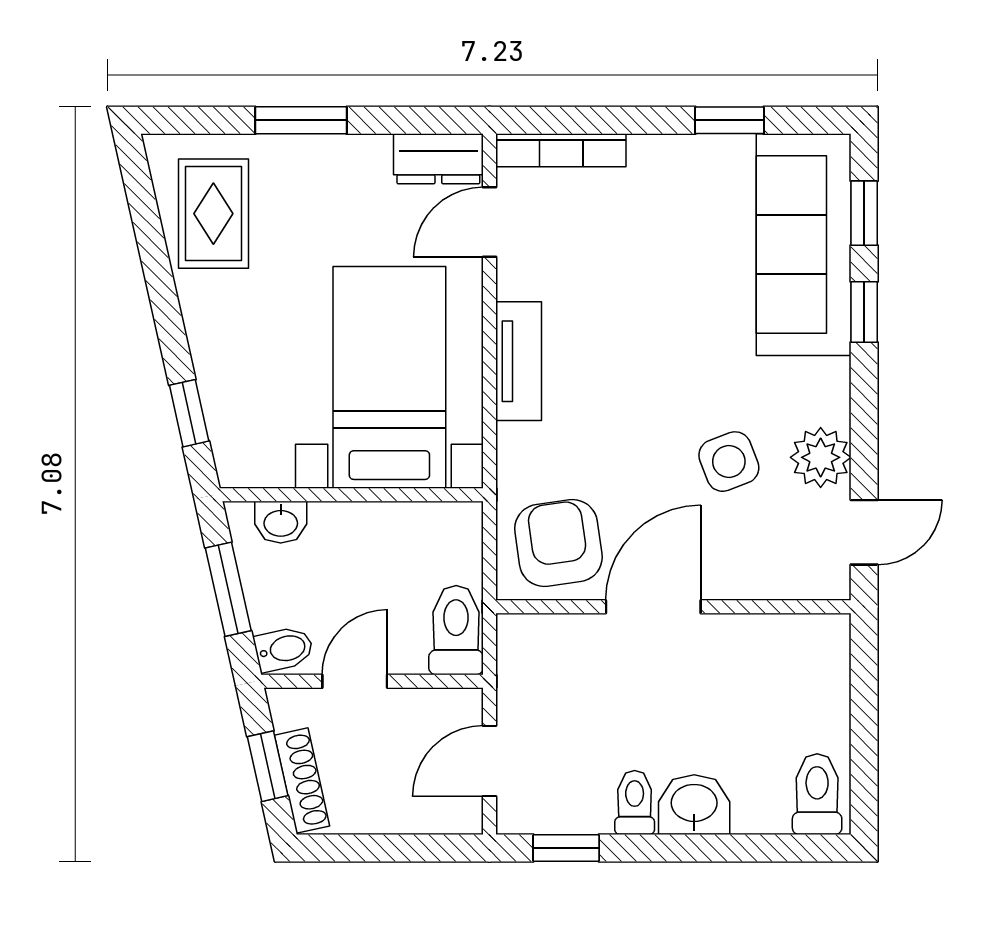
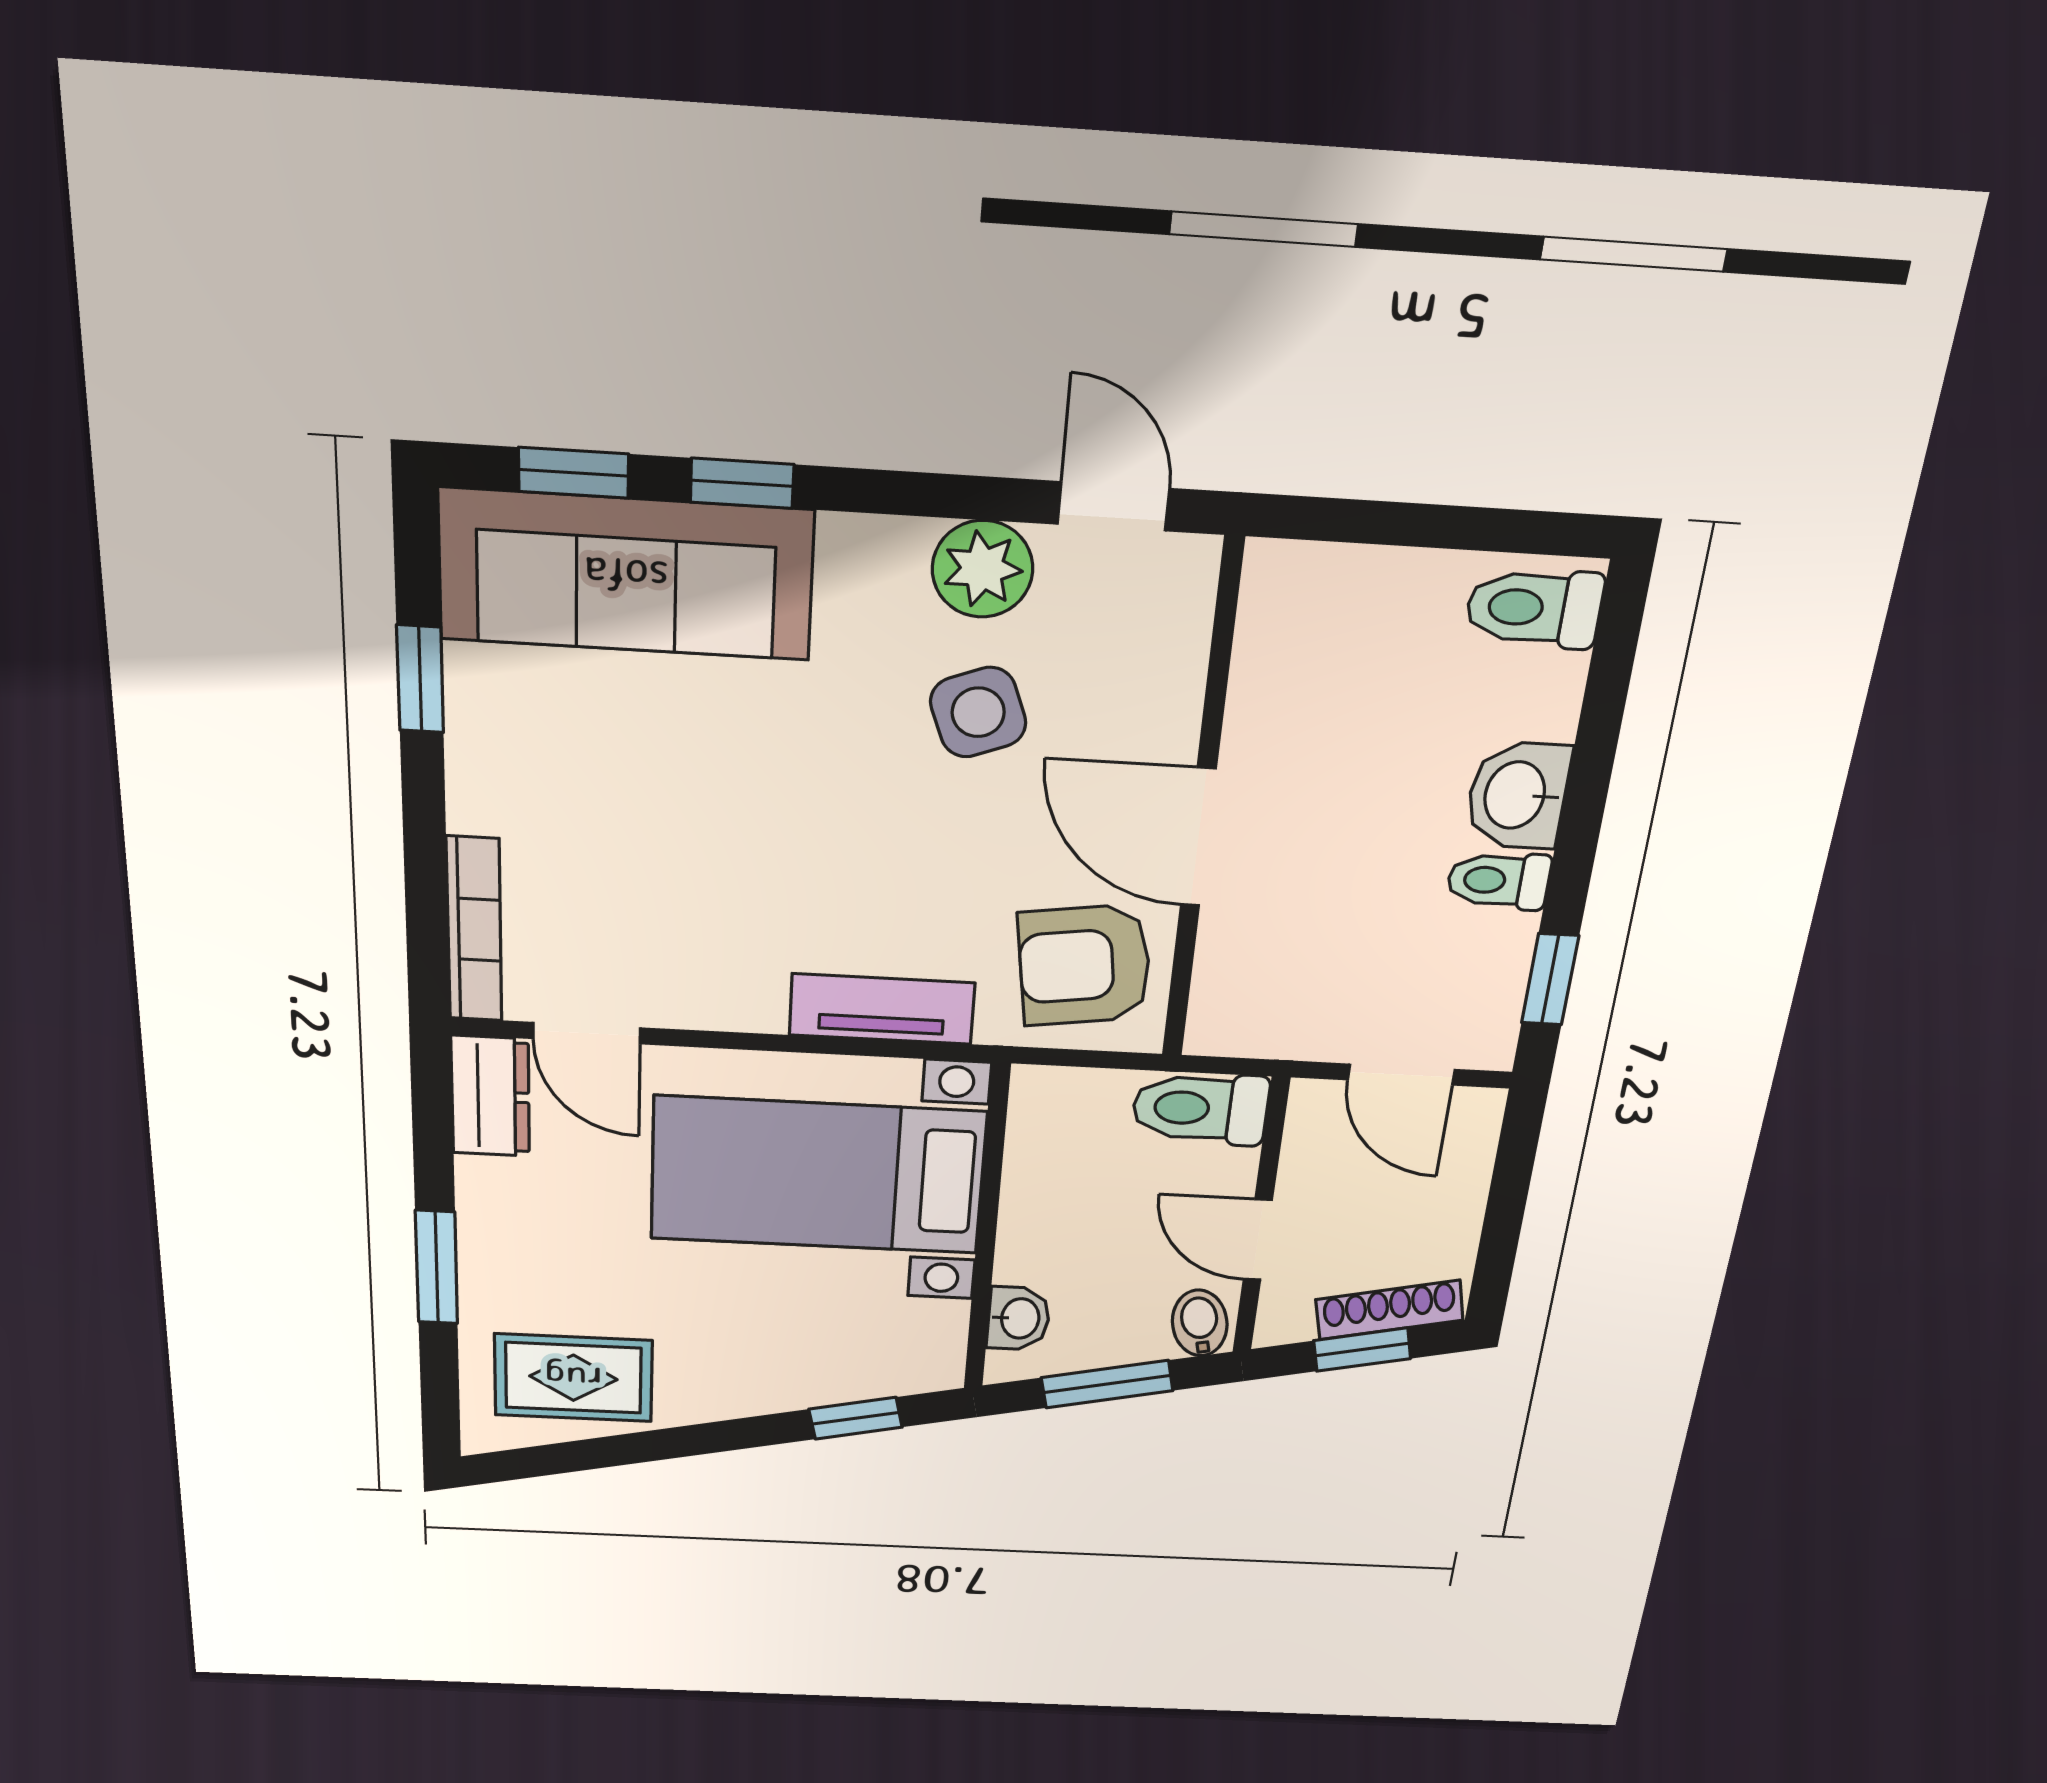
tv unit: (519, 361) -> (882, 1009), moved

